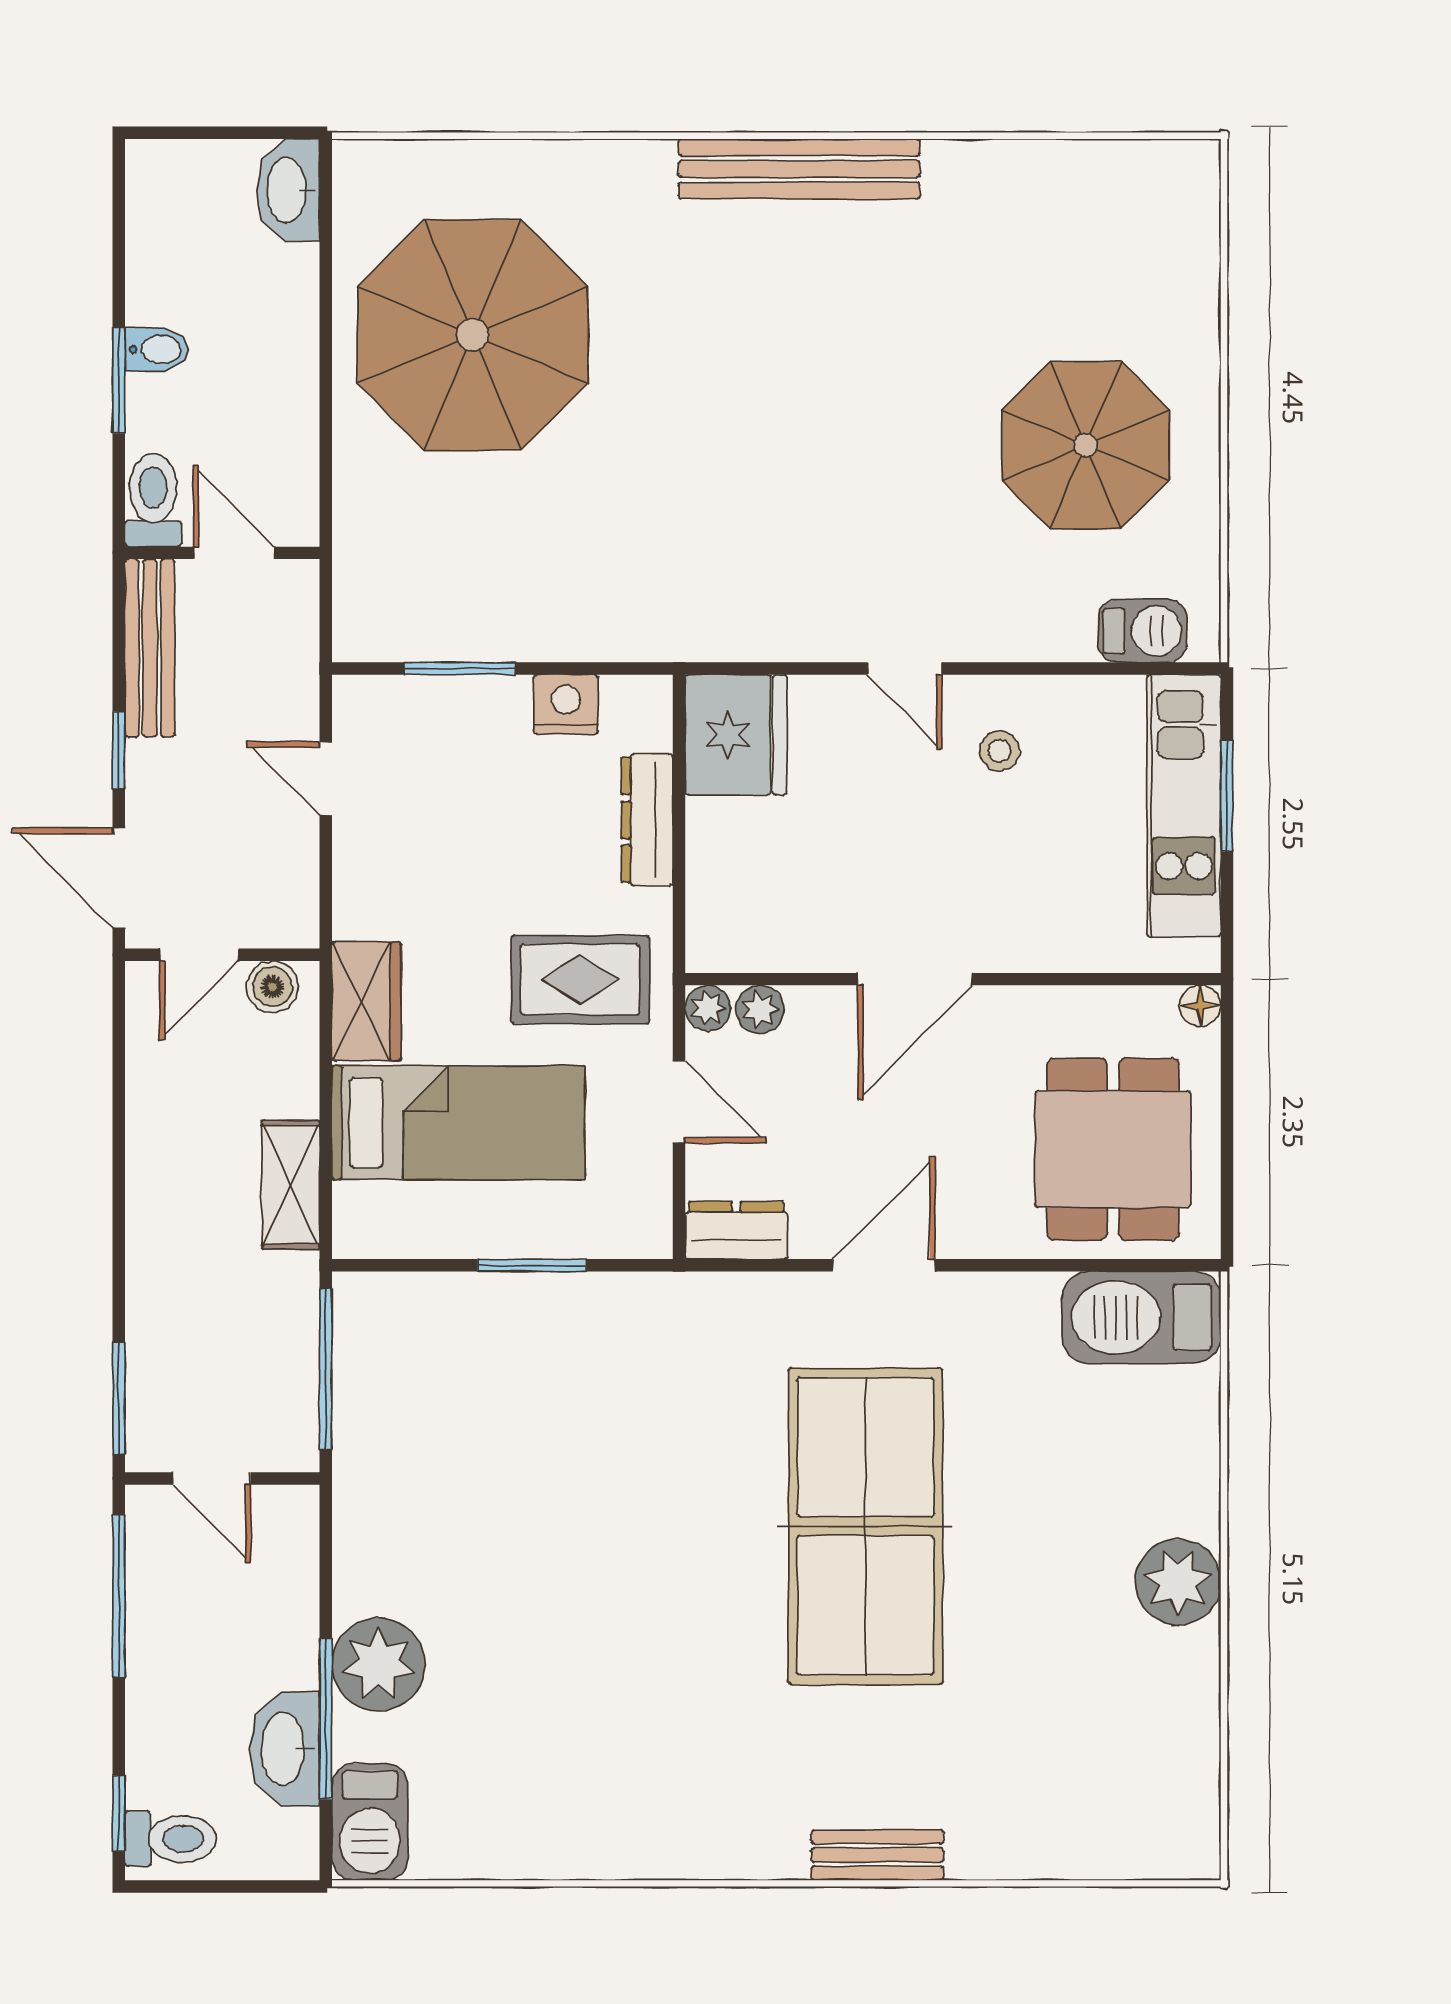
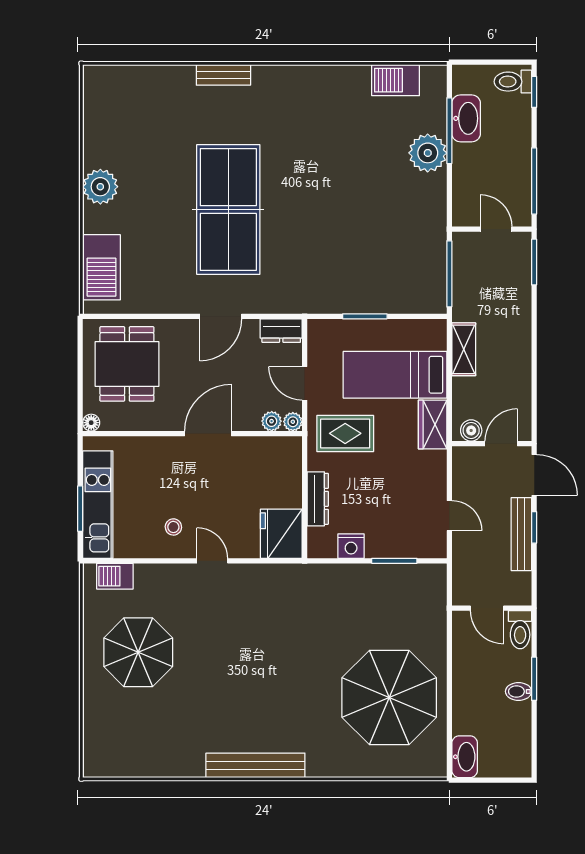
bench: (150, 648) -> (521, 534), moved
barbecue: (1141, 1317) -> (102, 267), moved, turned 90
barbecue: (370, 1822) -> (396, 80), moved, turned -90

